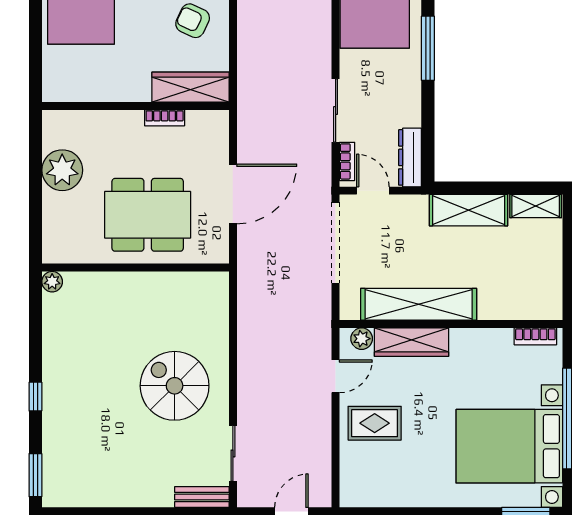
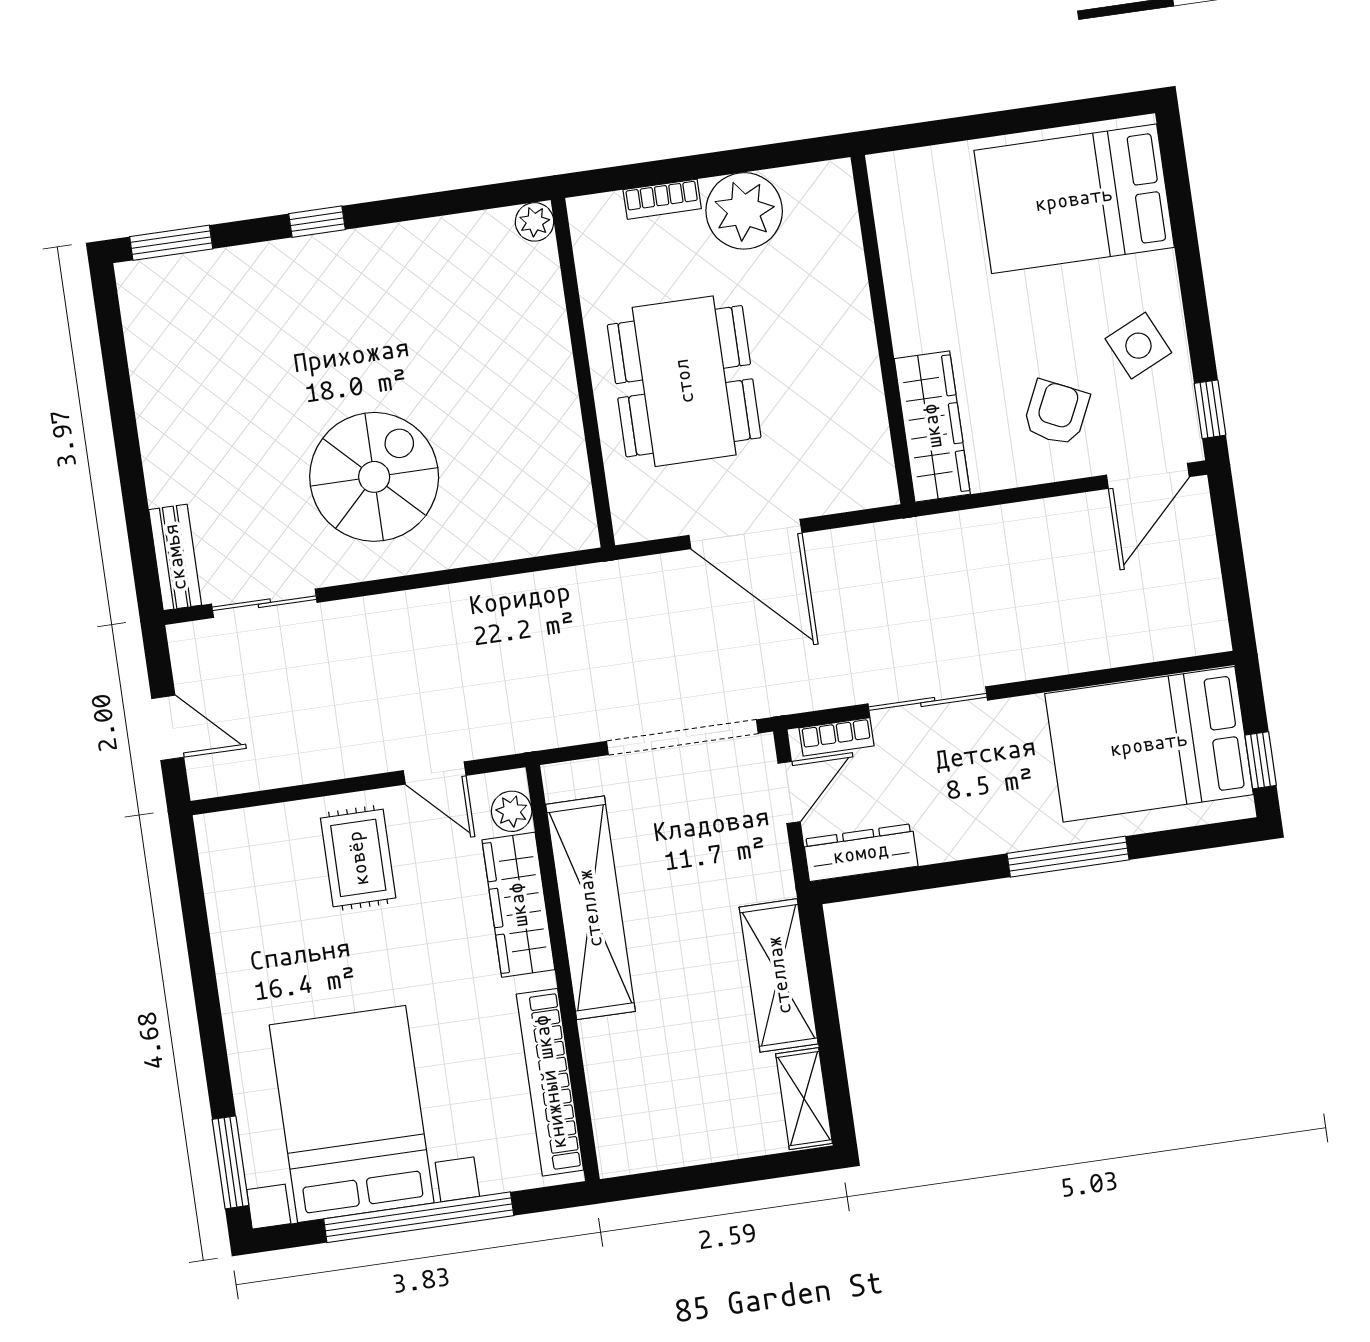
bookcase: (165, 118) -> (662, 199), moved, turned -90
bookcase: (535, 336) -> (550, 1082), width x2.31, depth x1.31

